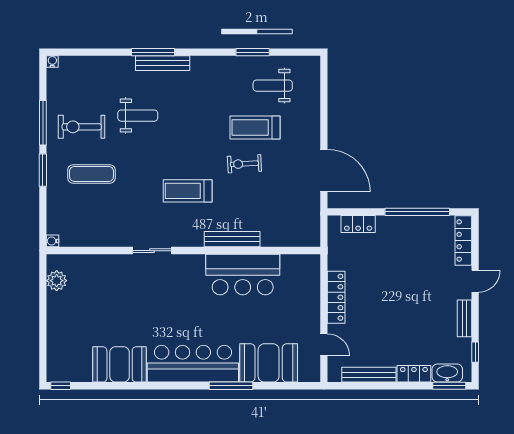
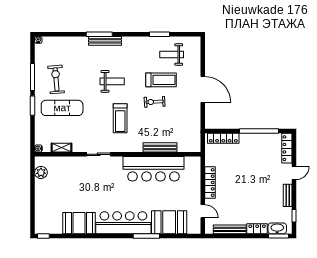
weight bench: (138, 116) -> (112, 81), moved
exercise bike: (82, 127) -> (56, 79), turned 85
treadmill: (255, 128) -> (161, 80), turned 180
door: (324, 171) -> (203, 89), moved
exercise mat: (91, 174) -> (62, 108), width x1.36, depth x1.45
treadmill: (188, 191) -> (120, 118), turned -90
locker: (358, 224) -> (223, 138), width x1.53
shelving: (91, 239) -> (62, 148), added
bench: (232, 239) -> (160, 147), moved
bar counter: (243, 274) -> (153, 169), width x1.36

